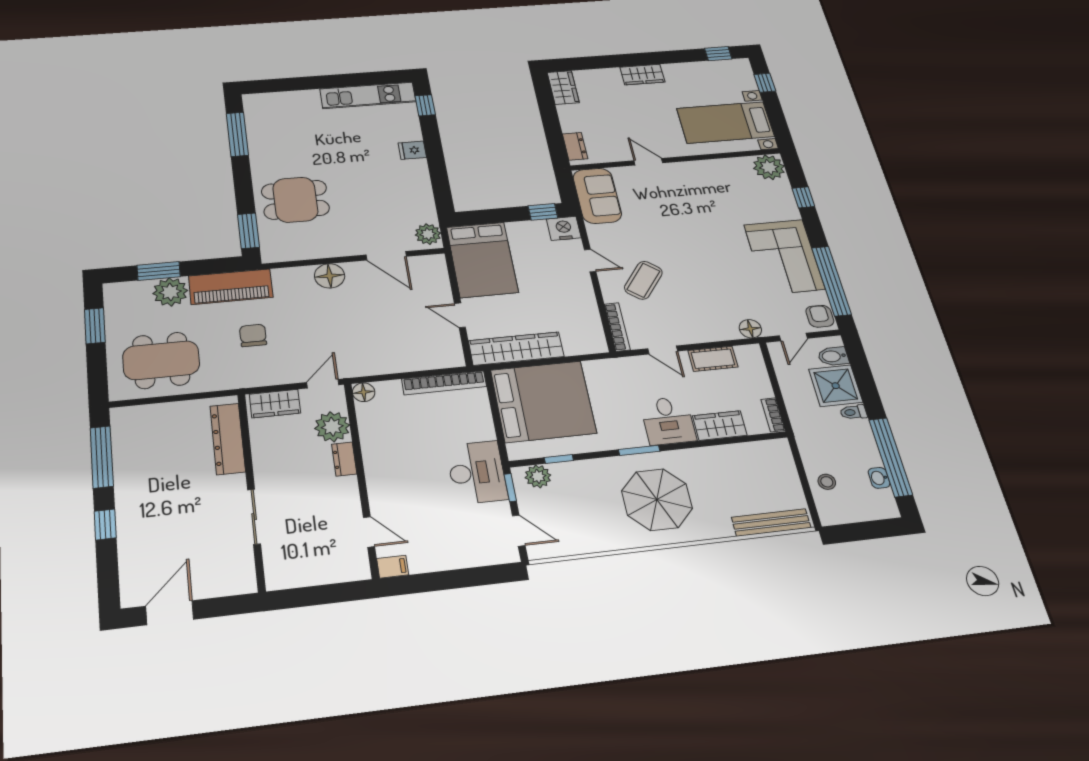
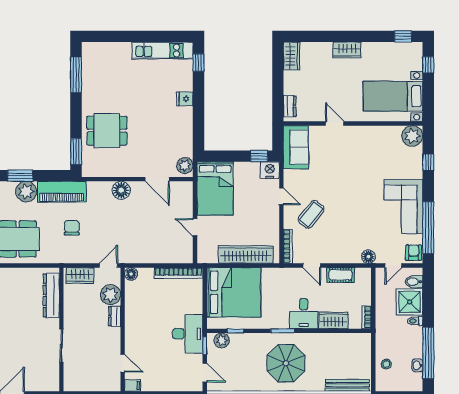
wardrobe: (516, 349) -> (246, 254), moved

